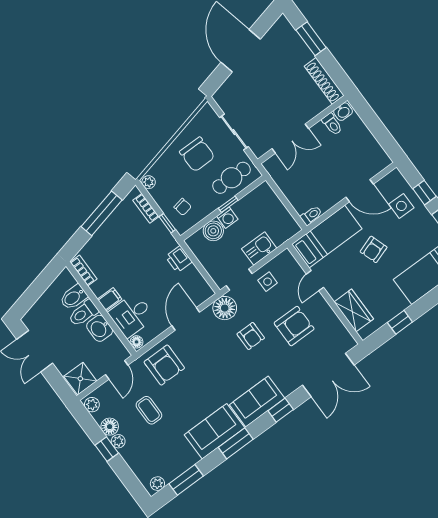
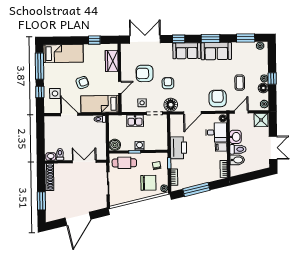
chair: (197, 154) -> (148, 183), moved, turned 90
boiler: (213, 231) -> (115, 145), moved
printer: (179, 259) -> (178, 148), width x1.87, depth x1.48

